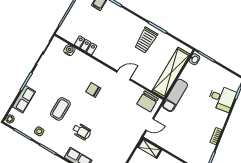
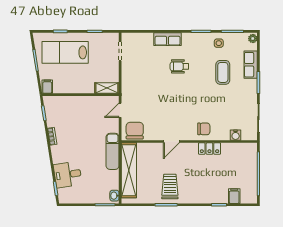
locker: (86, 45) -> (209, 149), moved
chair: (93, 90) -> (204, 129), moved
coffee table: (60, 109) -> (223, 72), moved

